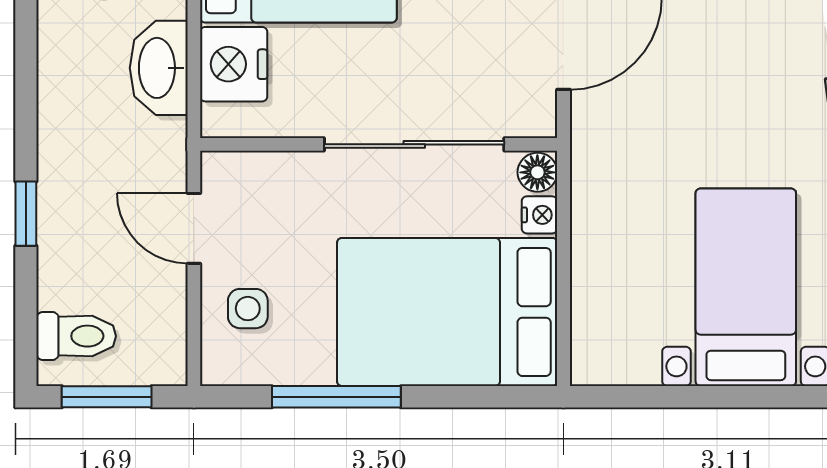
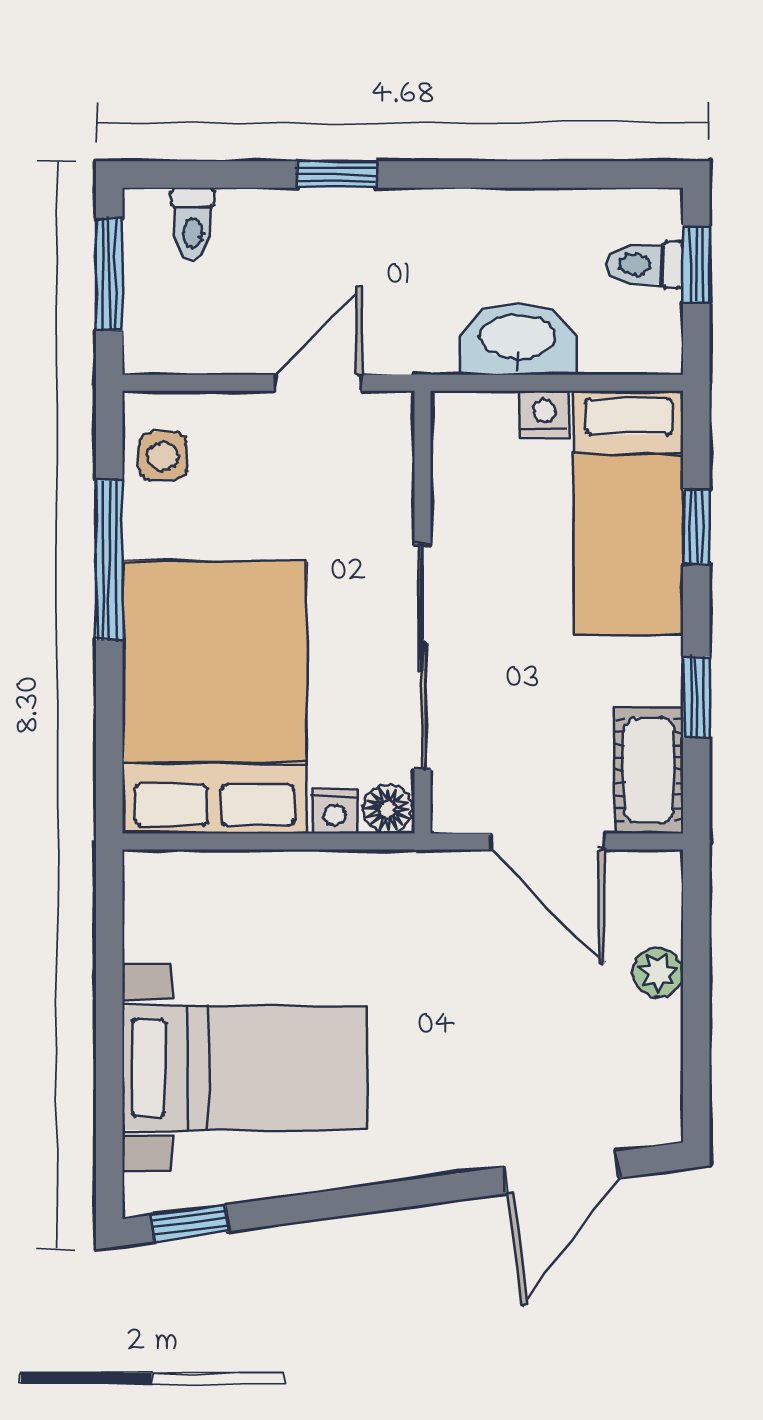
nightstand: (234, 64) -> (544, 414), width x0.53, depth x0.56
side table: (248, 309) -> (163, 456), moved
toilet: (76, 336) -> (193, 223), width x0.73, depth x0.72

